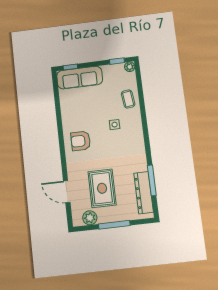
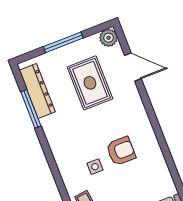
armchair: (81, 141) -> (121, 151), moved
plant: (90, 218) -> (109, 38), moved

